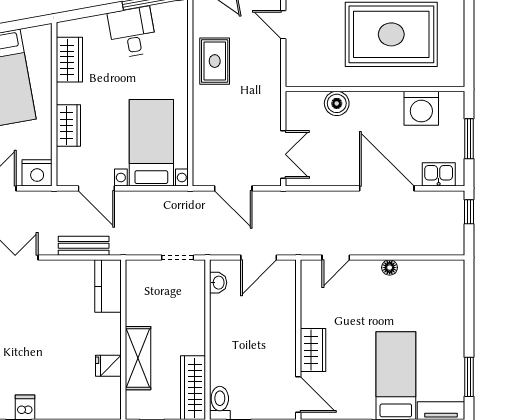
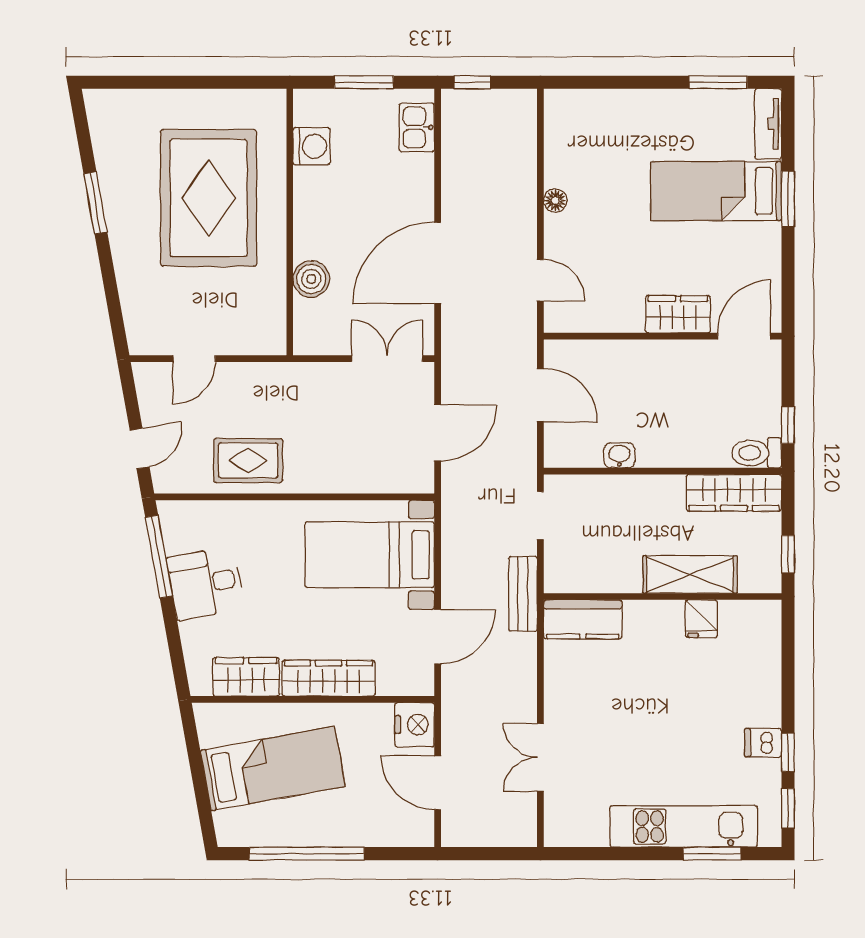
washing machine: (421, 108) -> (312, 146), width x0.73, depth x0.73
wardrobe: (68, 126) -> (329, 678), width x1.50
door: (387, 188) -> (438, 263), moved
bench: (84, 246) -> (523, 594), moved
washbasin: (218, 283) -> (619, 455), moved

